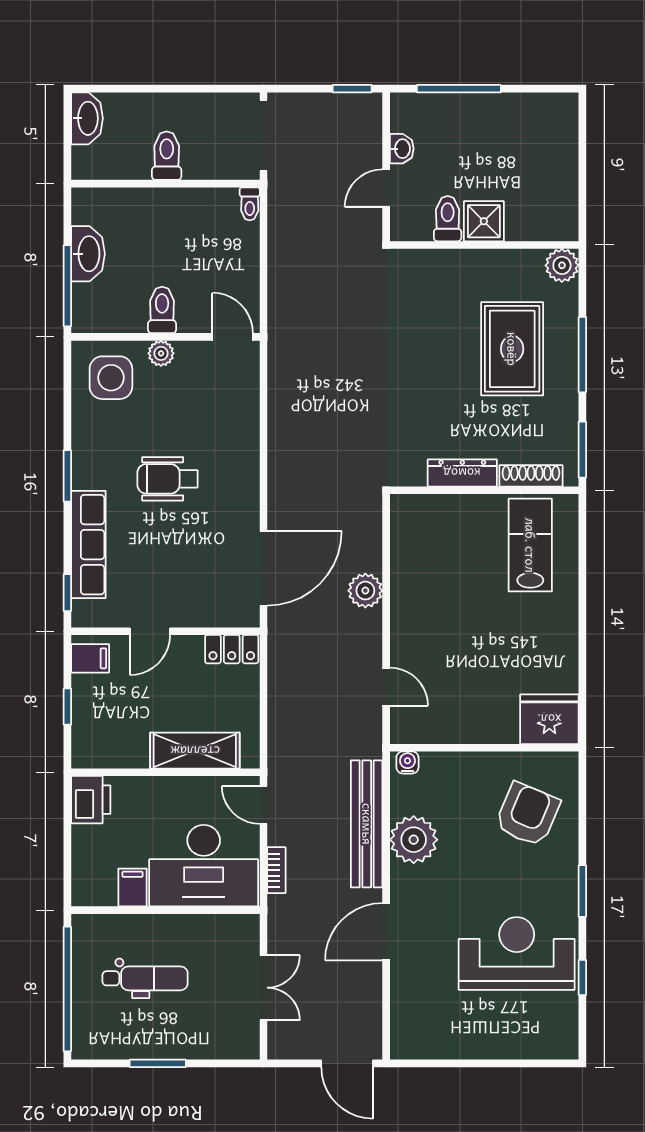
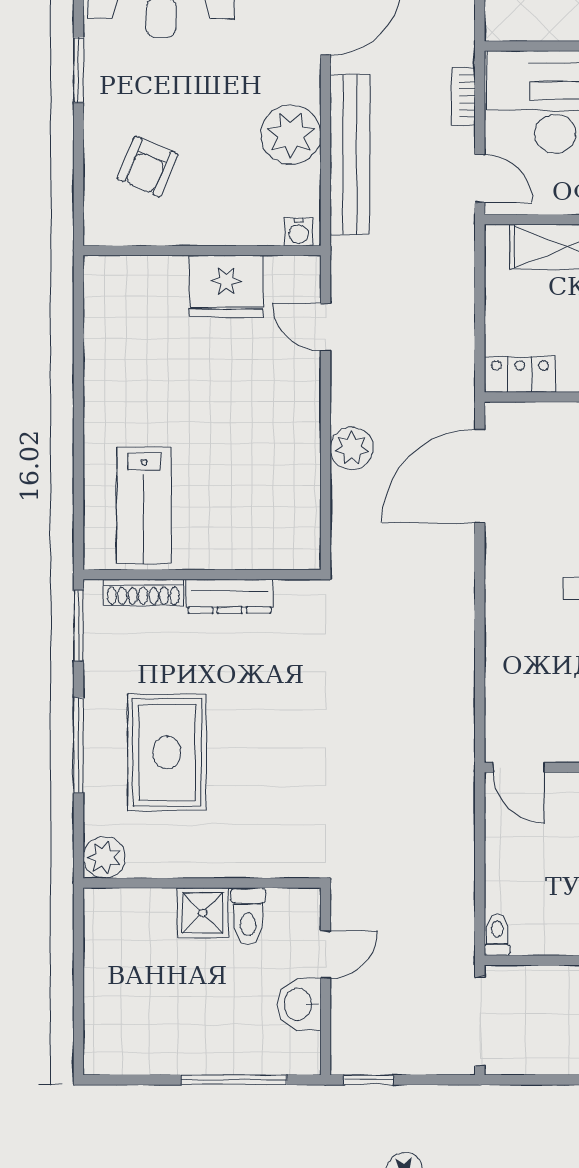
washbasin: (402, 149) -> (299, 1004), width x1.38, depth x1.45
fridge: (549, 719) -> (226, 286), moved
armchair: (527, 814) -> (148, 167), width x0.72, depth x0.72

